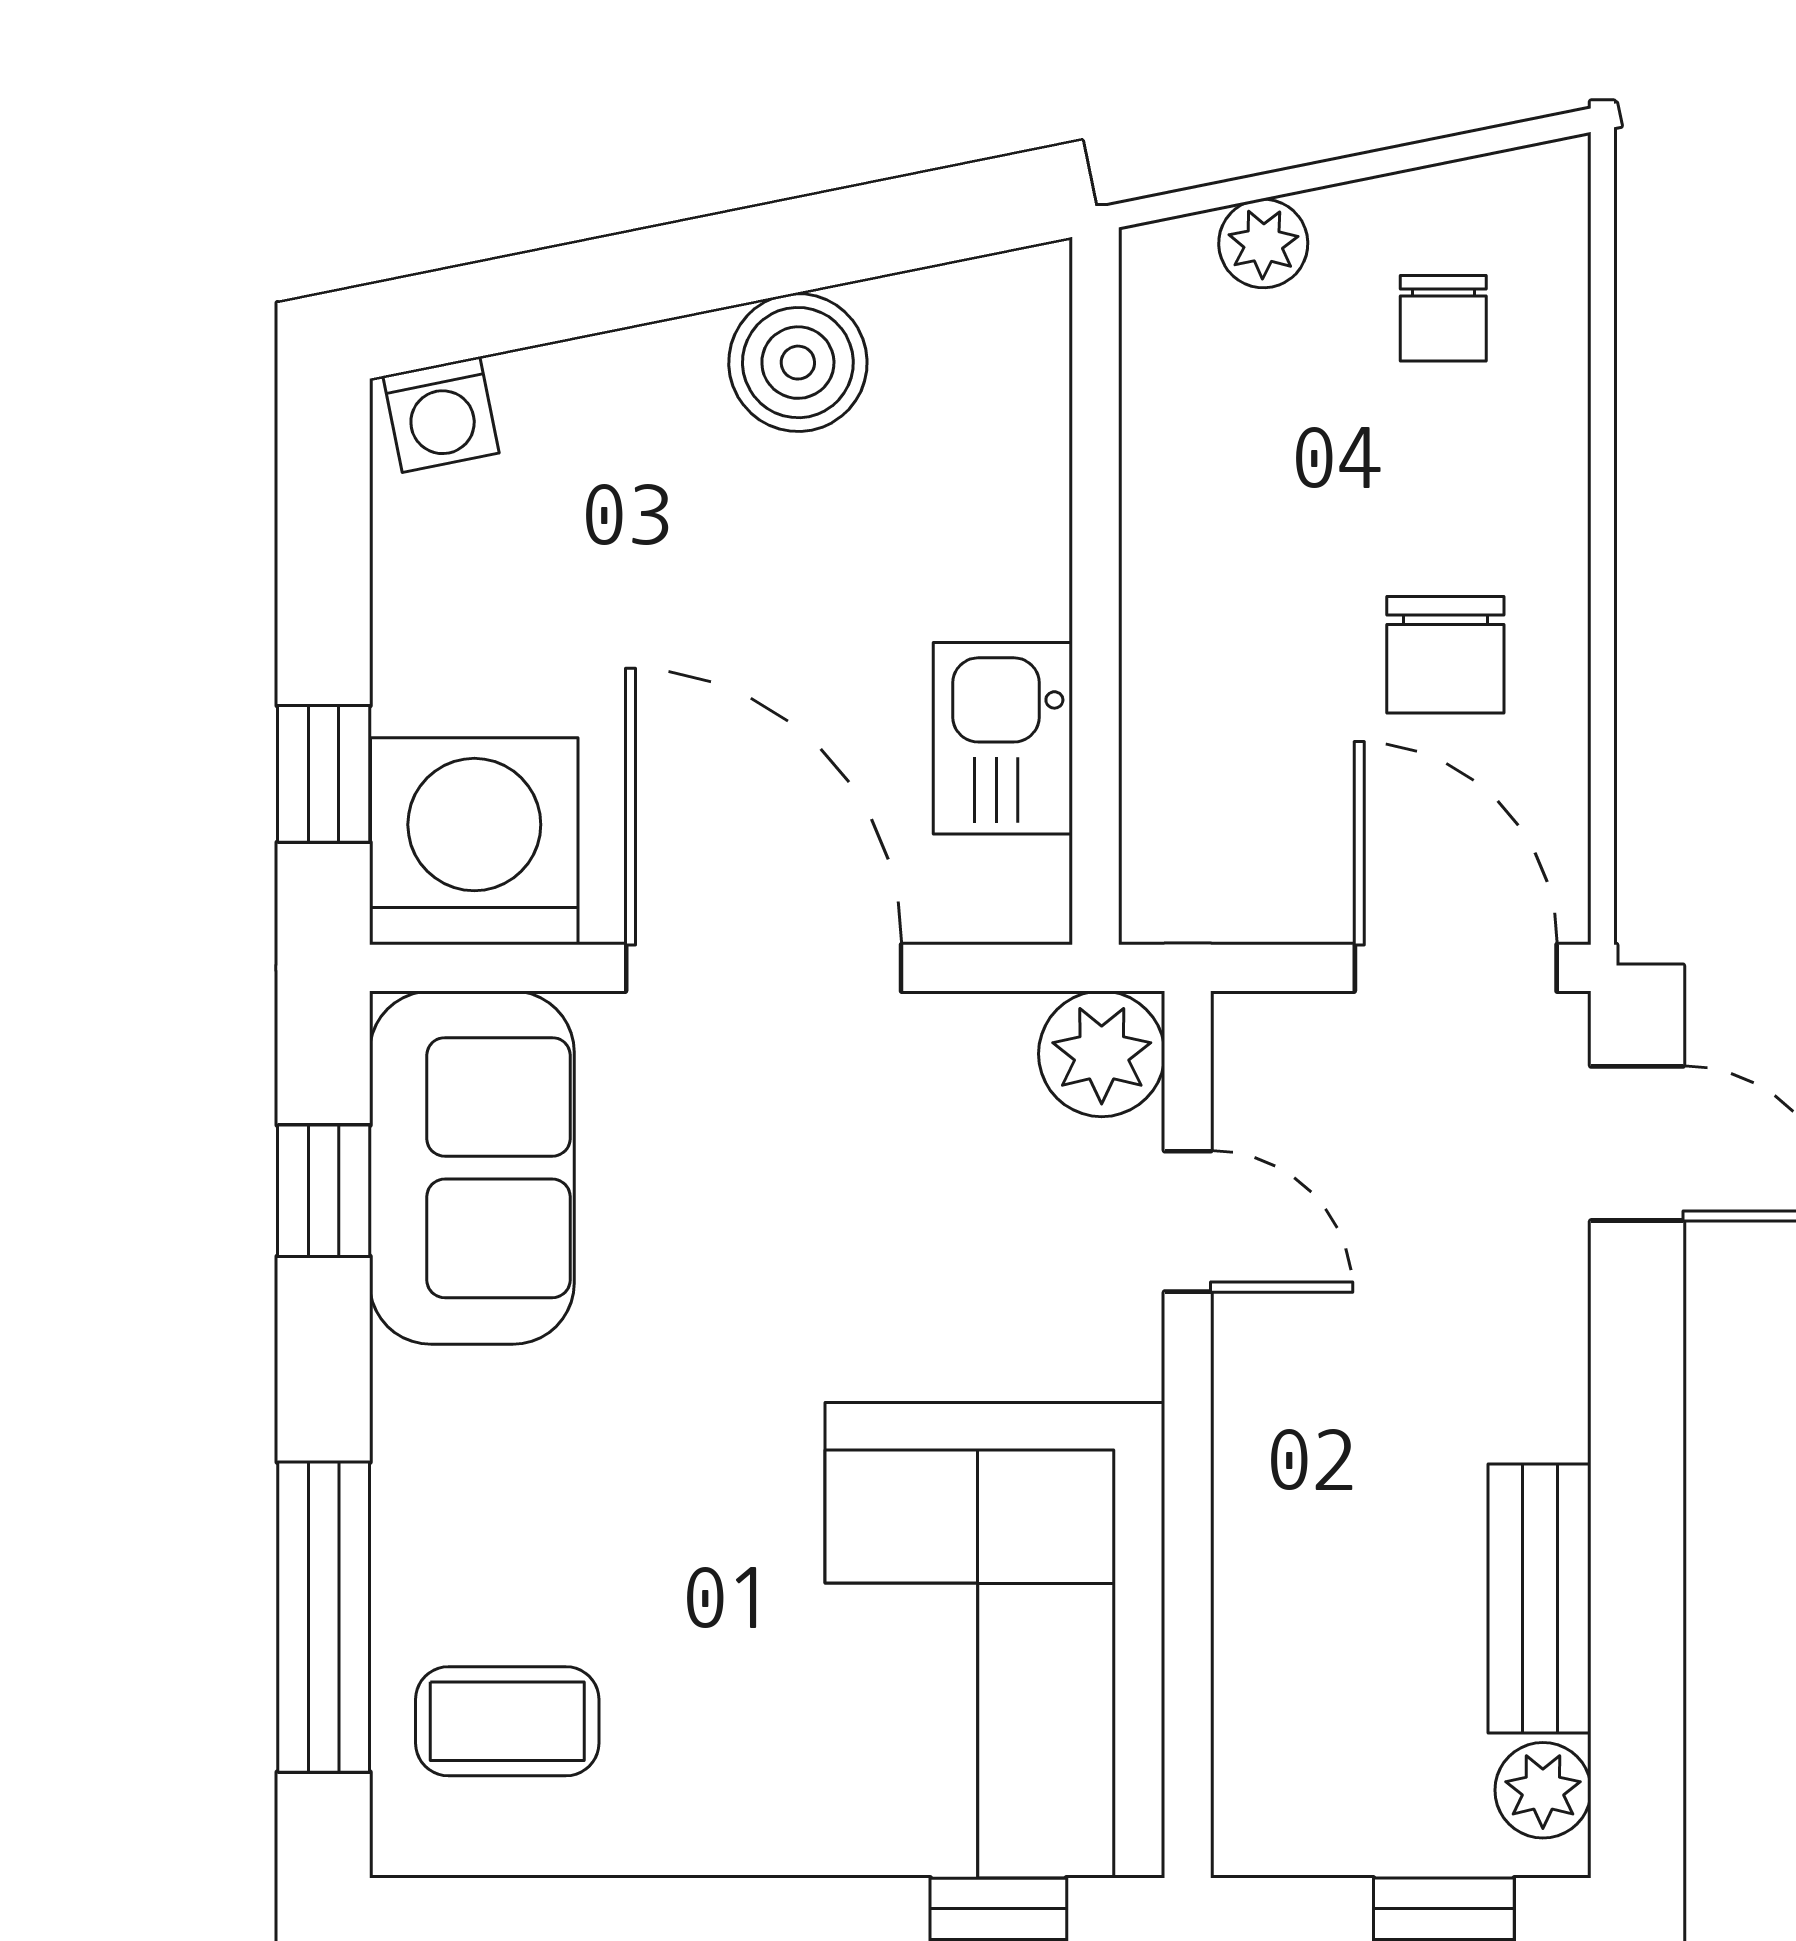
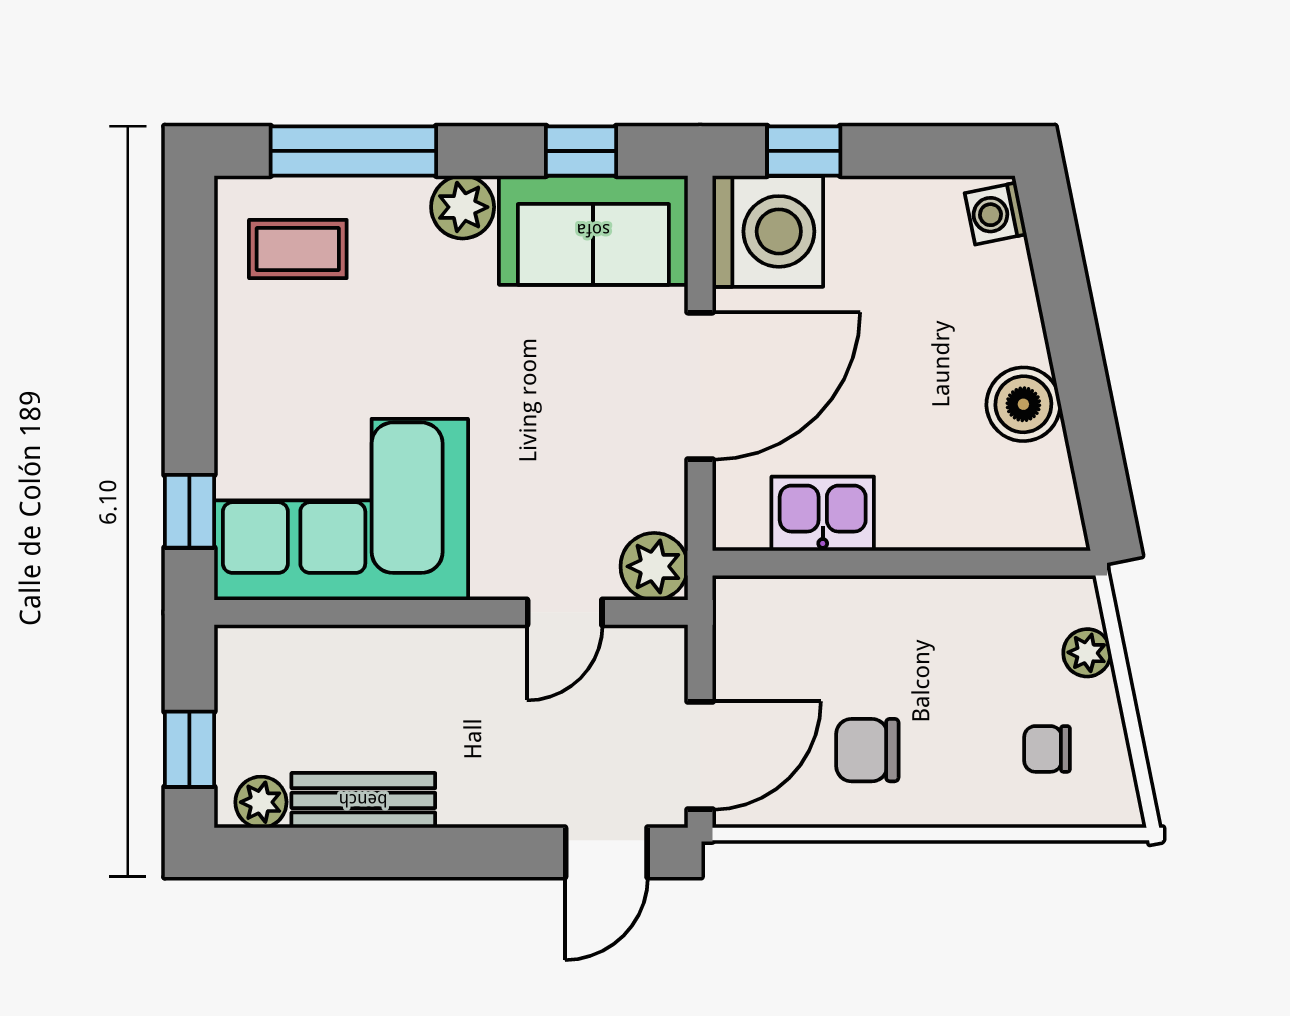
plant: (429, 1413) -> (463, 207), added
coffee table: (507, 1721) -> (298, 249), turned 90

